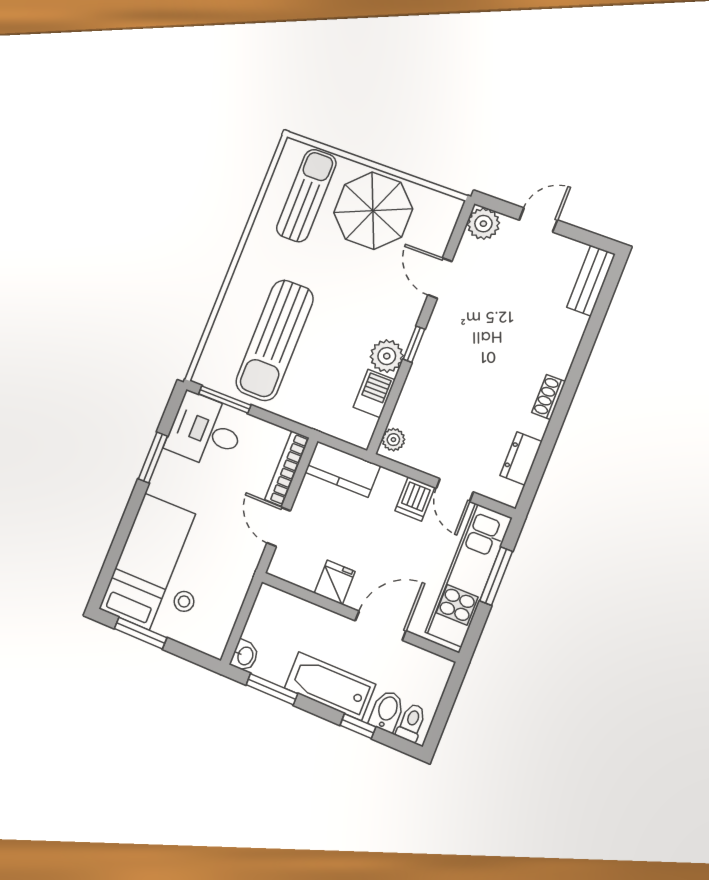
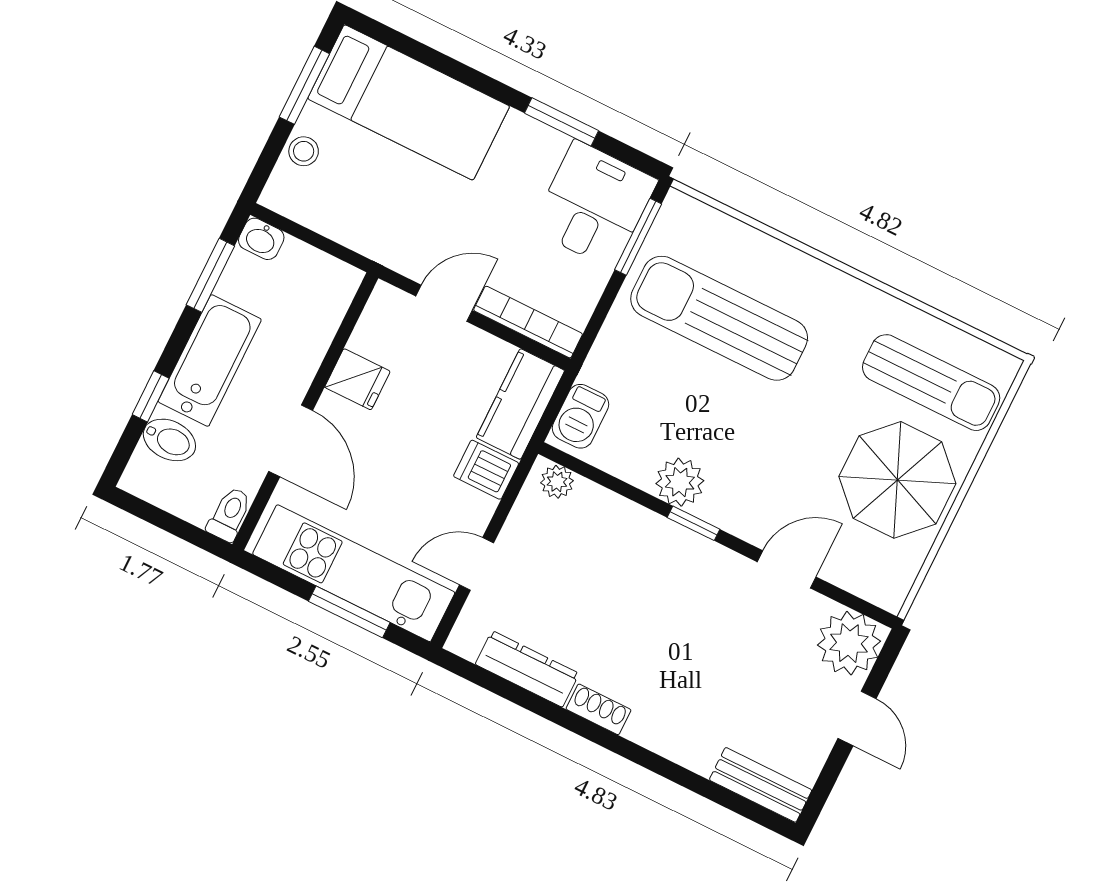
plant: (483, 224) -> (849, 643), width x1.36, depth x1.36
barbecue: (374, 393) -> (580, 416), moved, turned 90
dresser: (521, 459) -> (527, 669), width x1.44
dishwasher: (415, 499) -> (486, 470), moved
stool: (184, 601) -> (304, 151), moved
toilet: (411, 723) -> (229, 514), moved, turned -90

